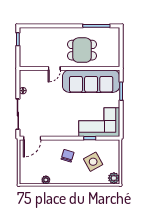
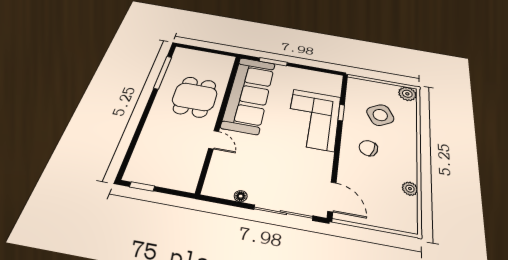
corner sofa: (99, 122) -> (313, 119), moved

